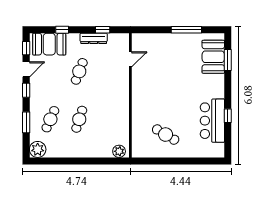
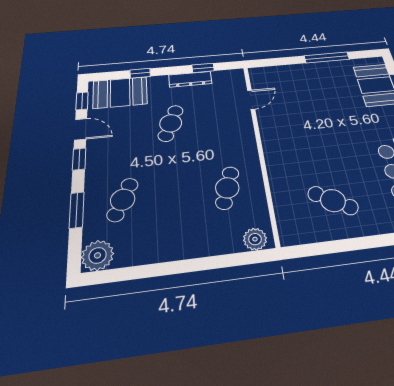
door: (26, 69) -> (81, 129), hinge flipped
cafe table: (79, 119) -> (227, 188), moved

